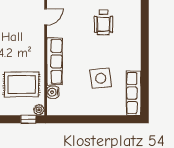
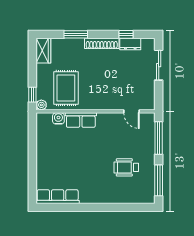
row of seats: (55, 62) -> (81, 120), width x0.68
side table: (101, 78) -> (72, 165), removed

